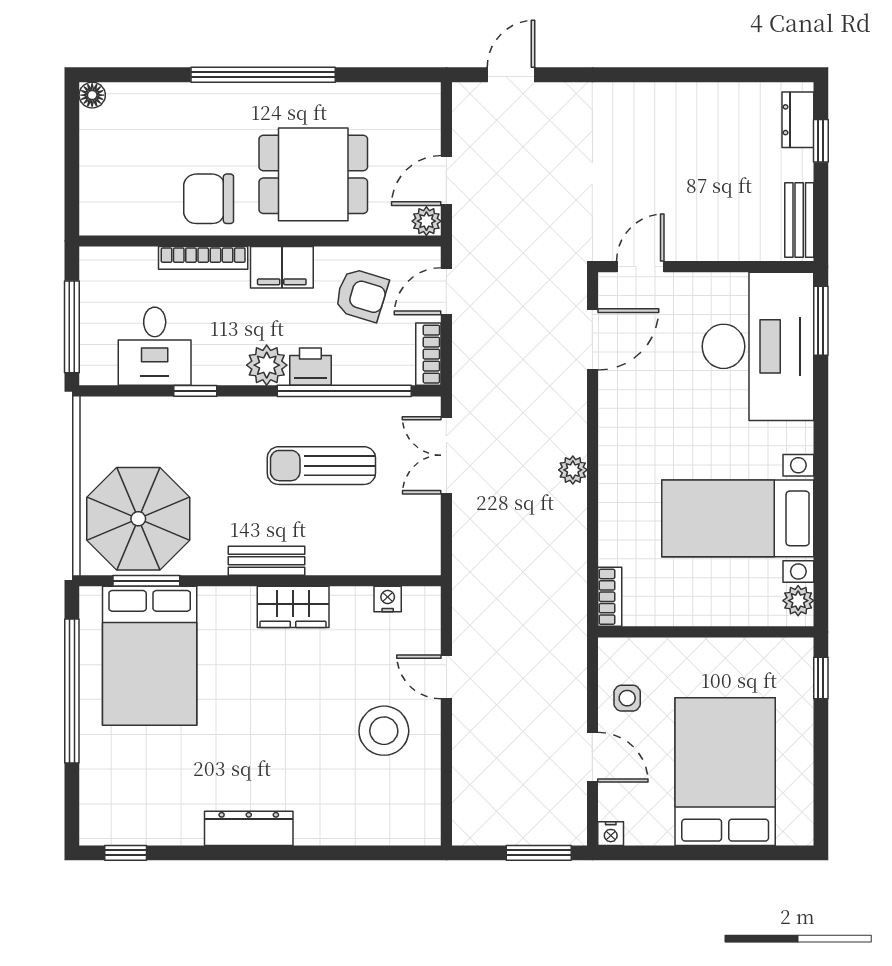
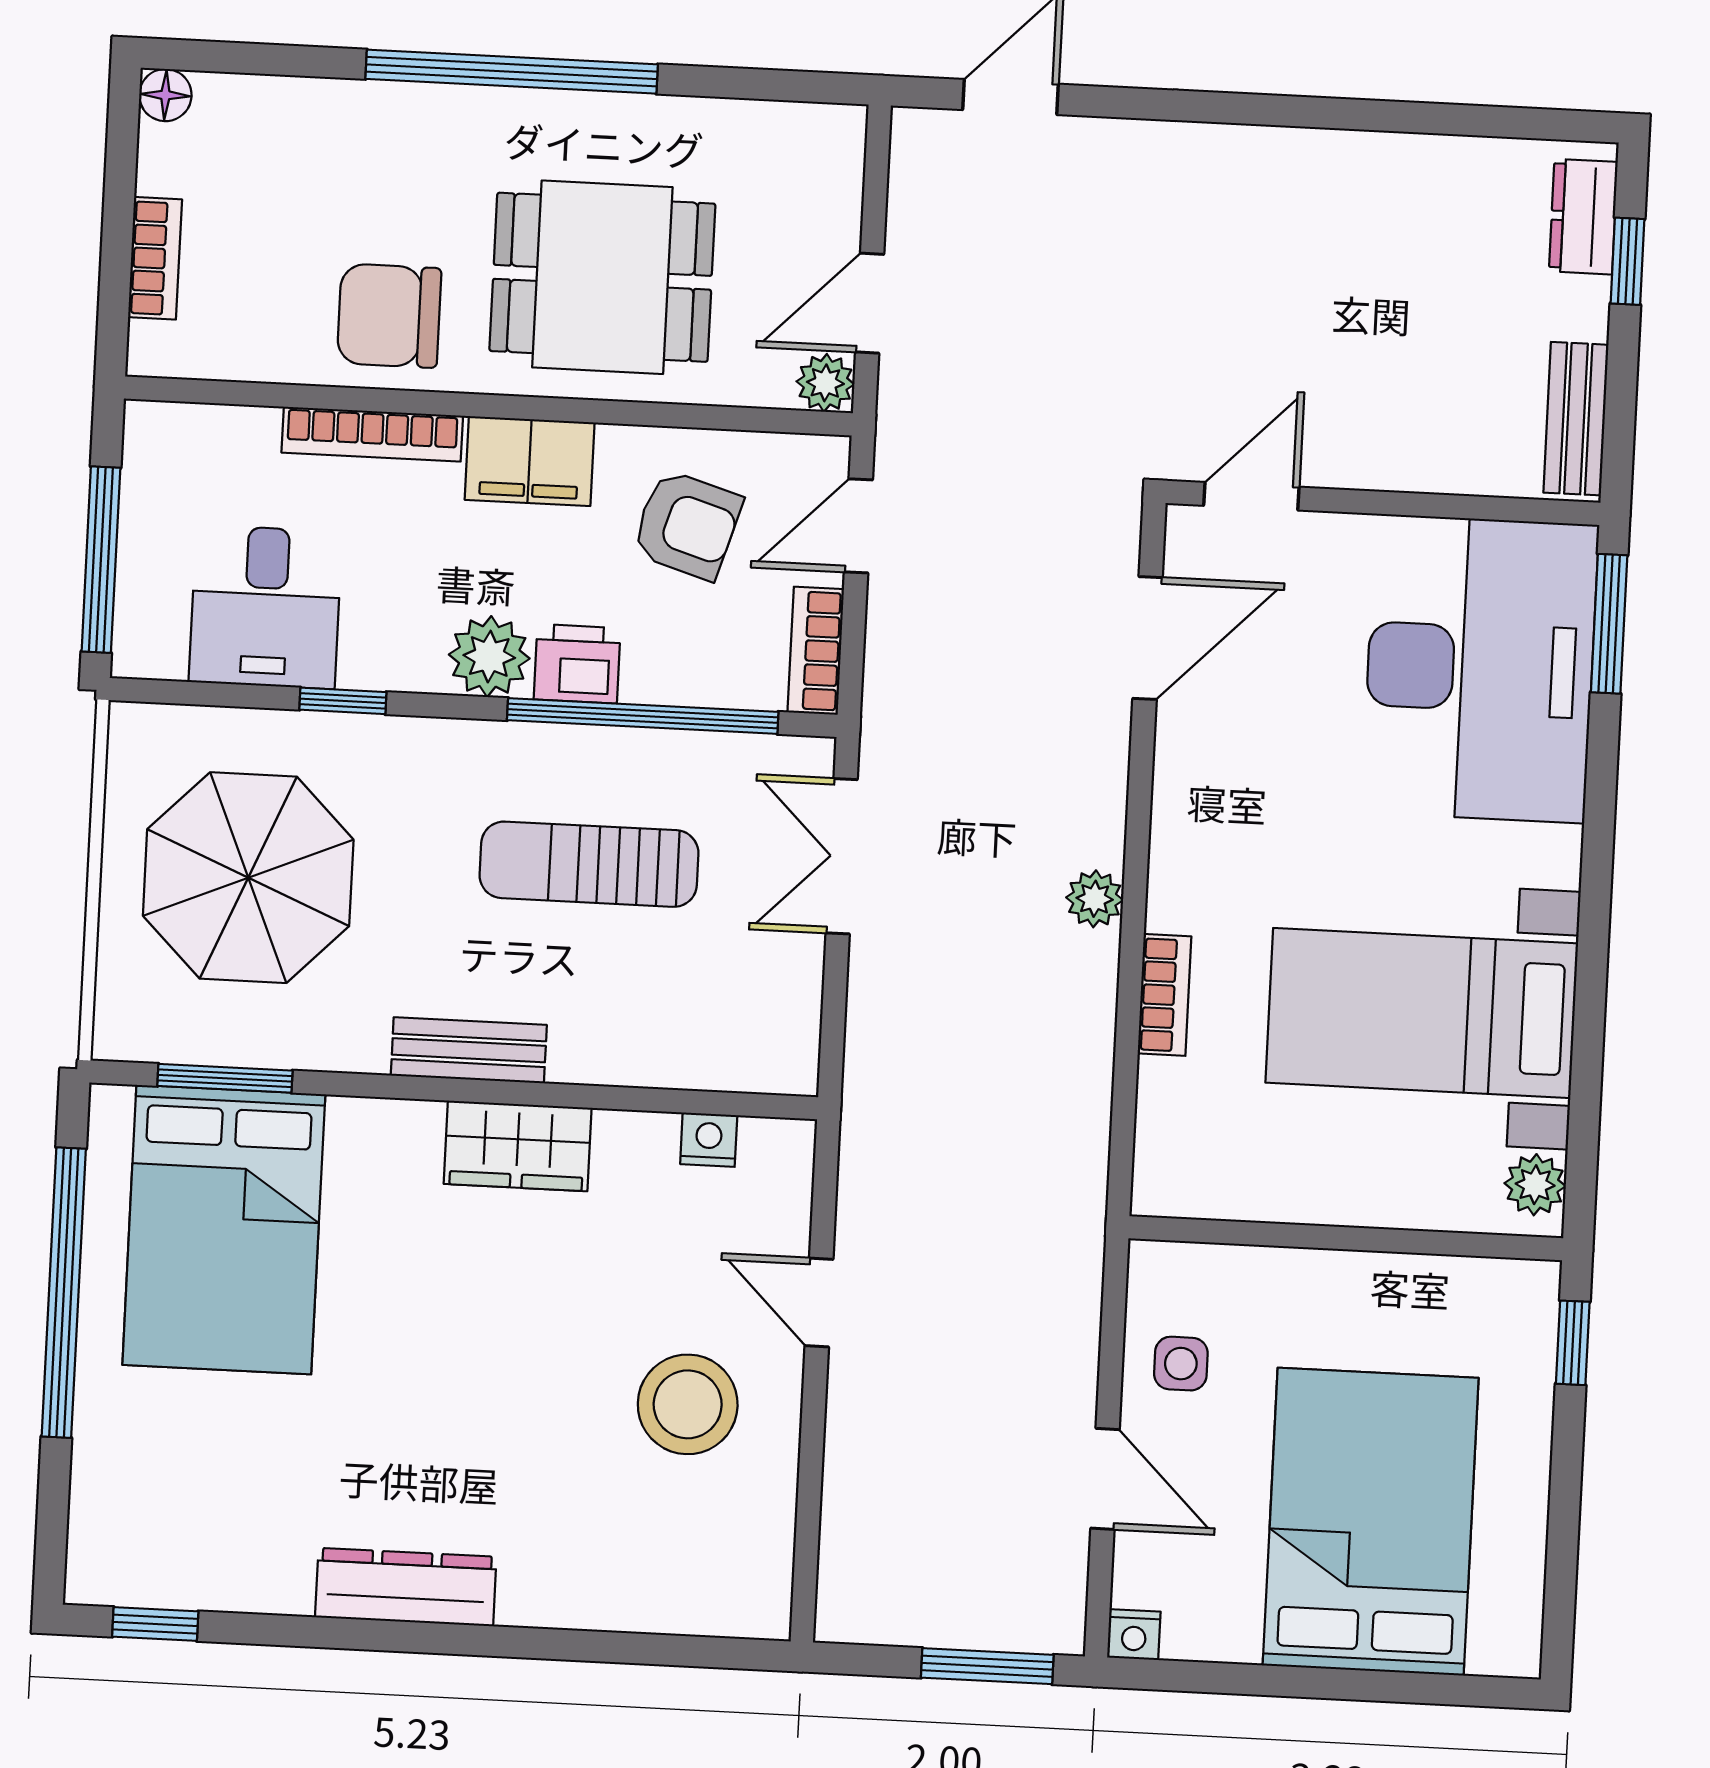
bookcase: (91, 176) -> (155, 258), added
parasol: (138, 519) -> (248, 878), moved
bookcase: (610, 597) -> (1165, 995), moved

